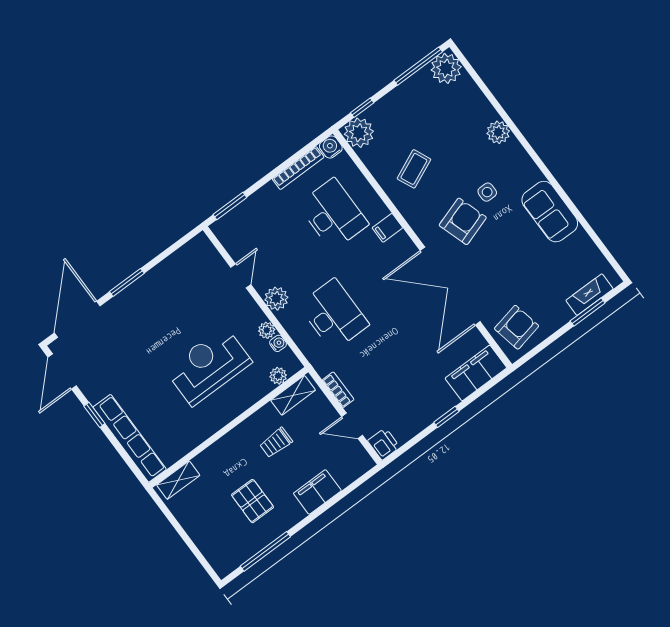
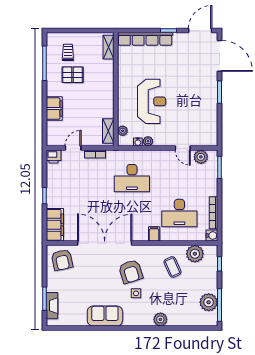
plant: (446, 68) -> (209, 302), moved
plant: (359, 133) -> (195, 254), moved
plant: (276, 299) -> (201, 157), moved
door: (62, 371) -> (200, 31), hinge flipped
trolley: (276, 443) -> (68, 52), moved

